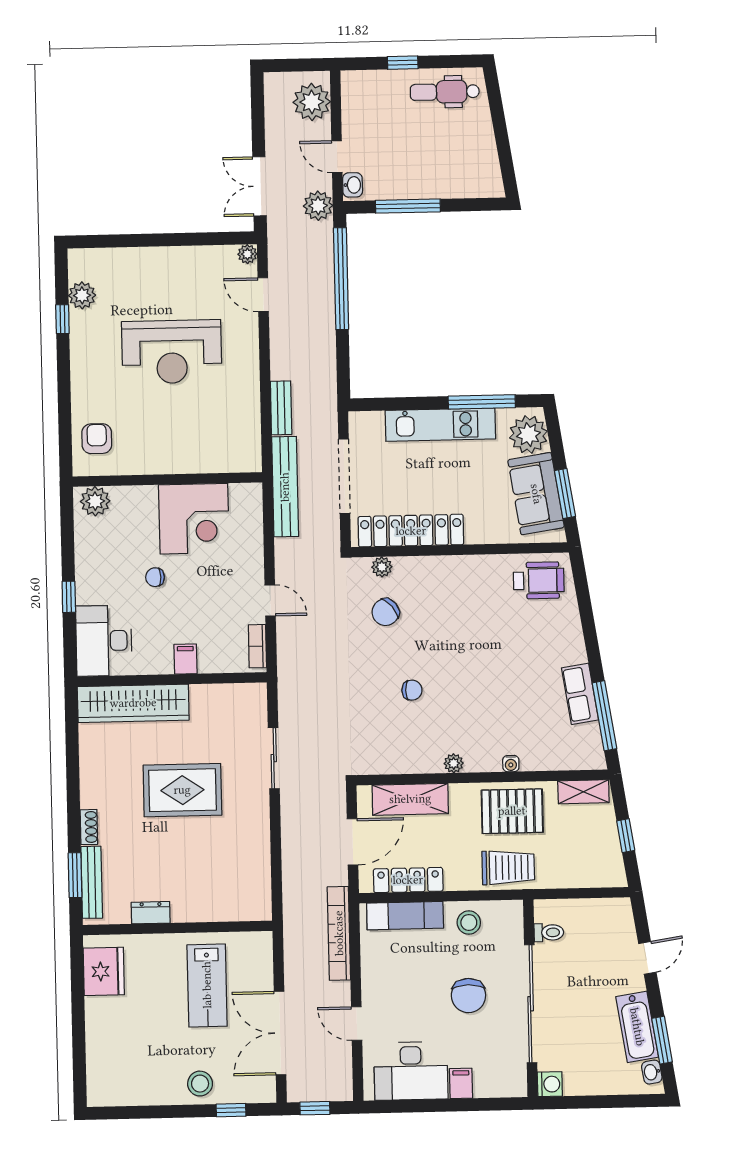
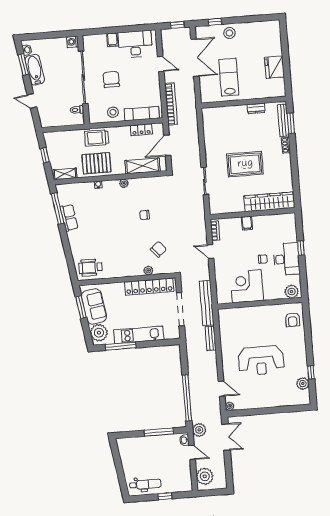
reception desk: (172, 352) -> (261, 361), turned 180
plant: (382, 567) -> (148, 271), moved
desk: (104, 641) -> (286, 259), moved
locker: (408, 880) -> (141, 130), width x0.66
door: (647, 958) -> (32, 101), hinge flipped
fridge: (104, 971) -> (274, 67), moved

